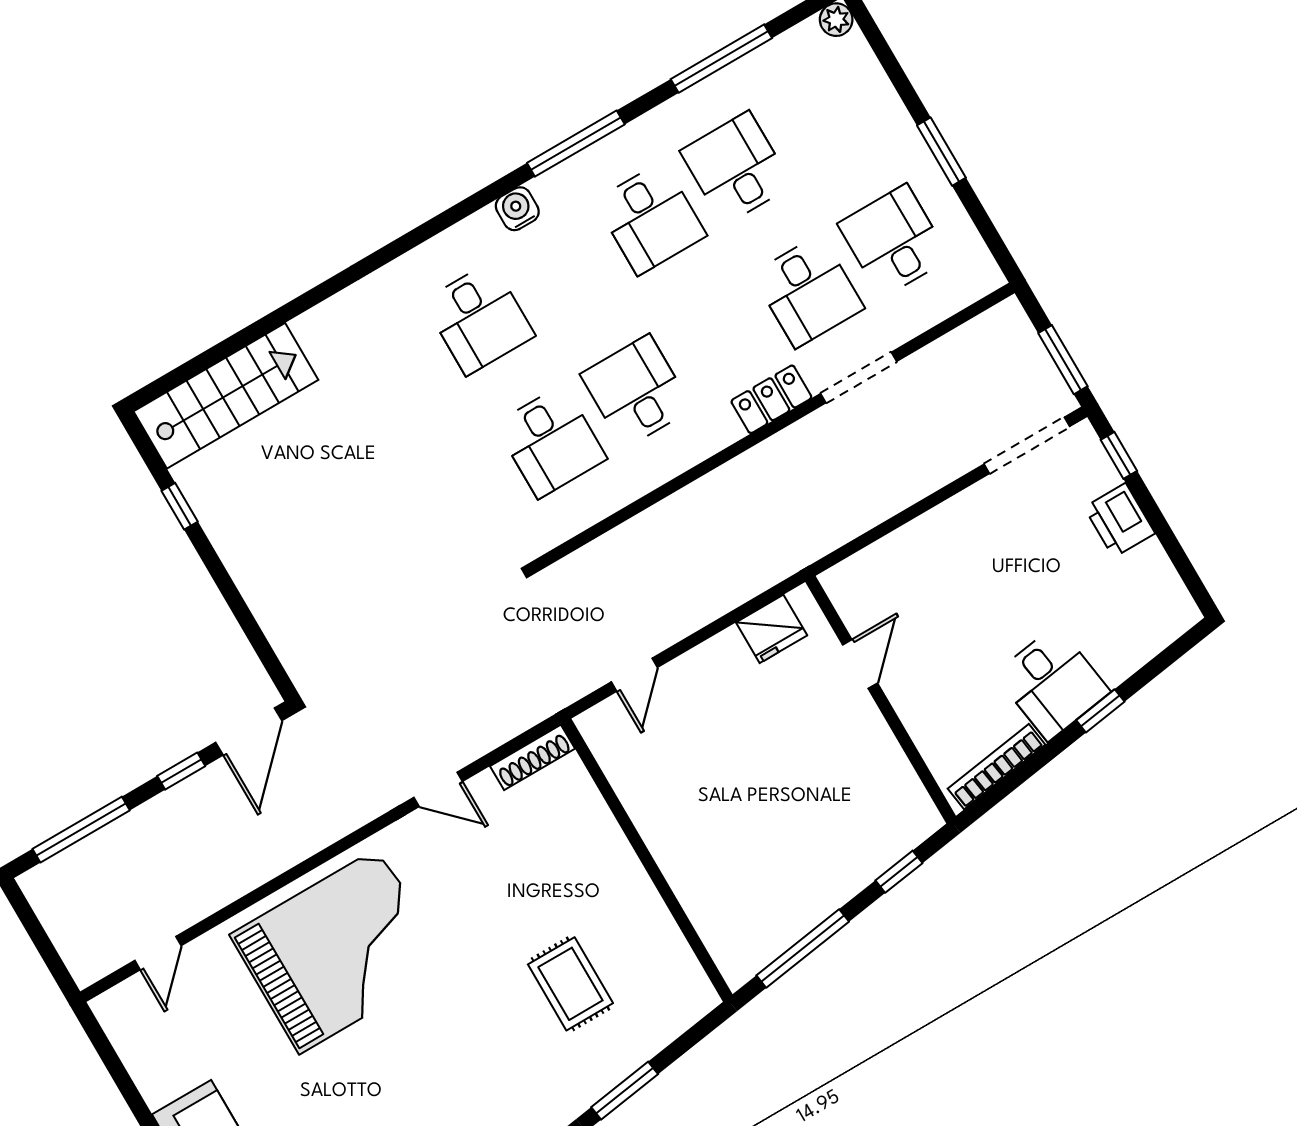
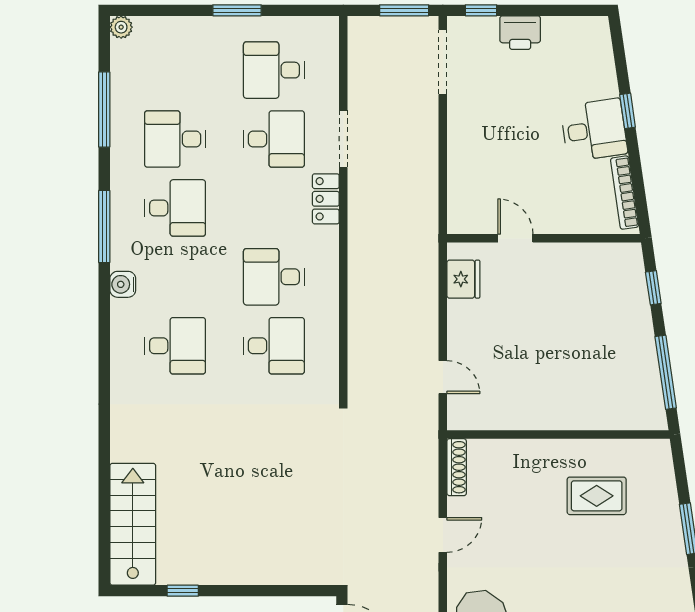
rug: (570, 984) -> (597, 496), moved

